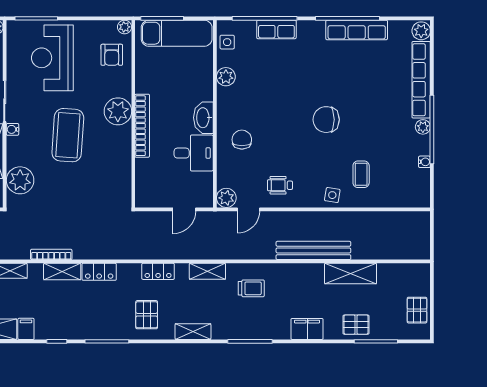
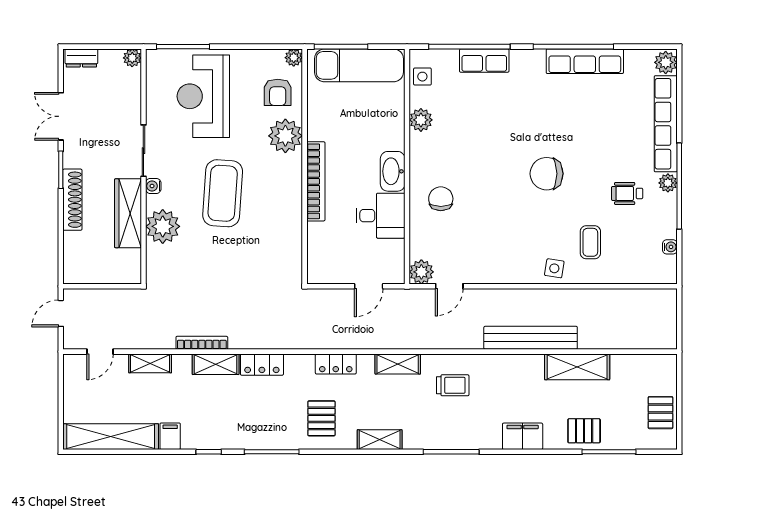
plant: (118, 111) -> (285, 136), moved
water cooler: (424, 162) -> (670, 247), moved
plant: (20, 180) -> (163, 226), moved
wheelchair: (280, 185) -> (627, 193), moved

